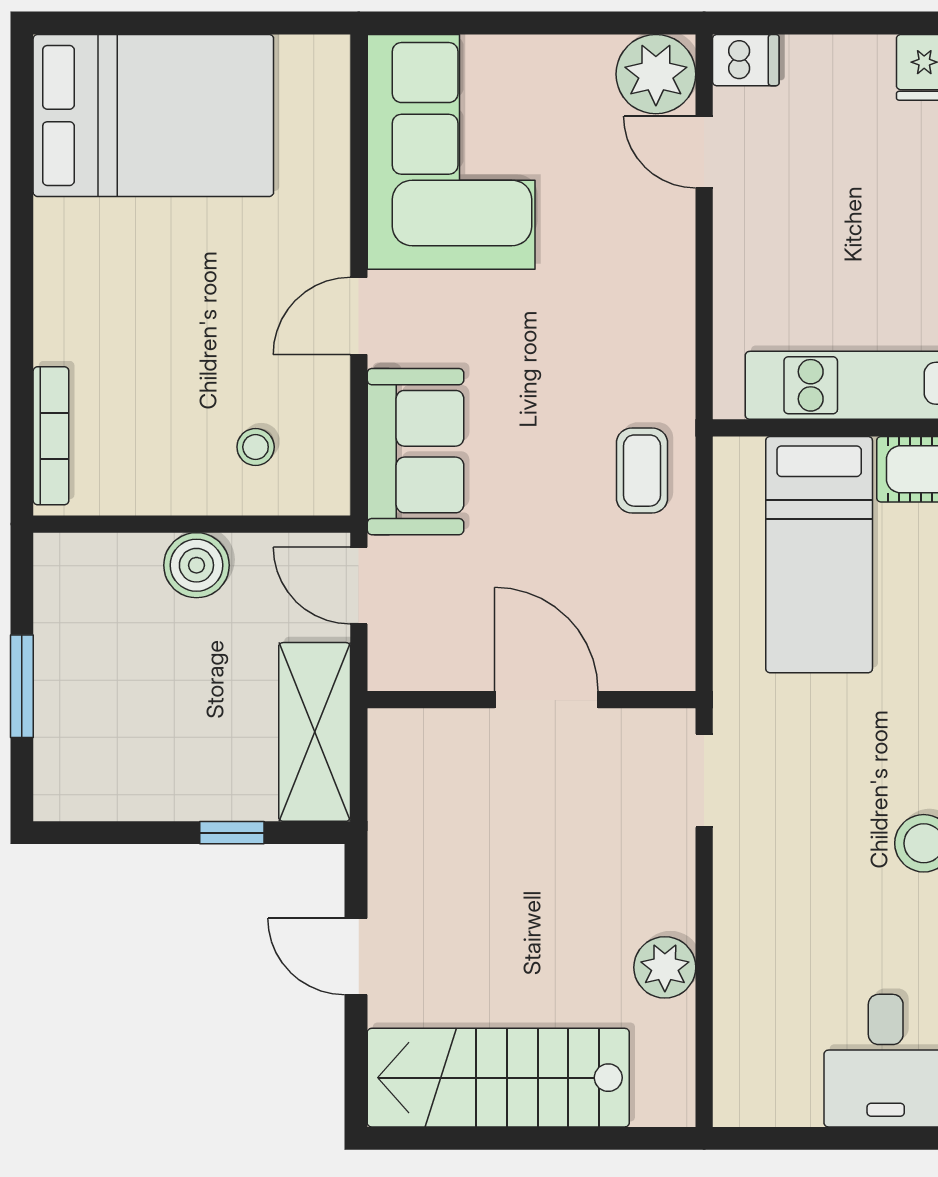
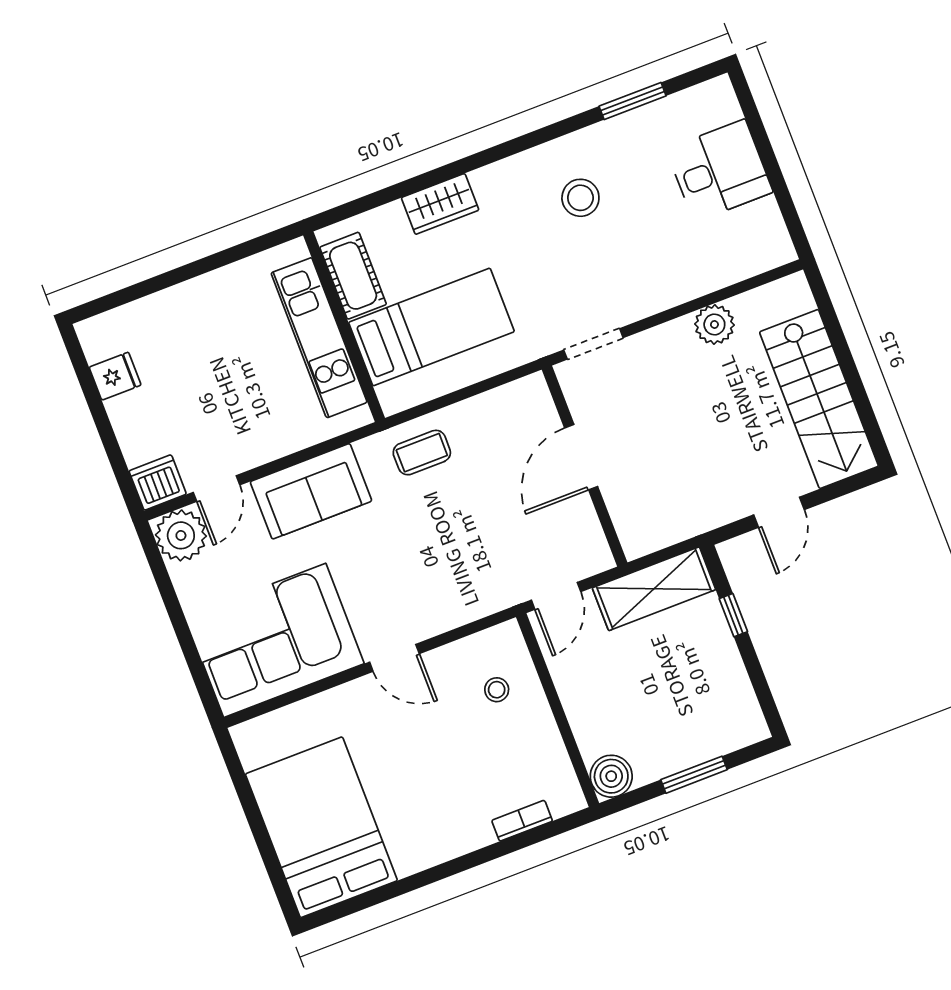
dishwasher: (746, 60) -> (158, 483), width x1.38
bookcase: (51, 436) -> (522, 821), width x0.64
sofa: (415, 452) -> (311, 491), moved, turned 180
boiler: (196, 565) -> (611, 776), moved

